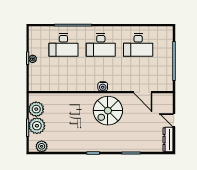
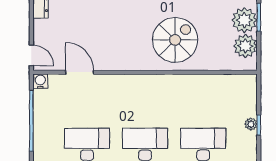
water cooler: (103, 86) -> (40, 81), moved
spiral stairs: (108, 111) -> (175, 40), moved
door: (174, 120) -> (31, 55), moved

